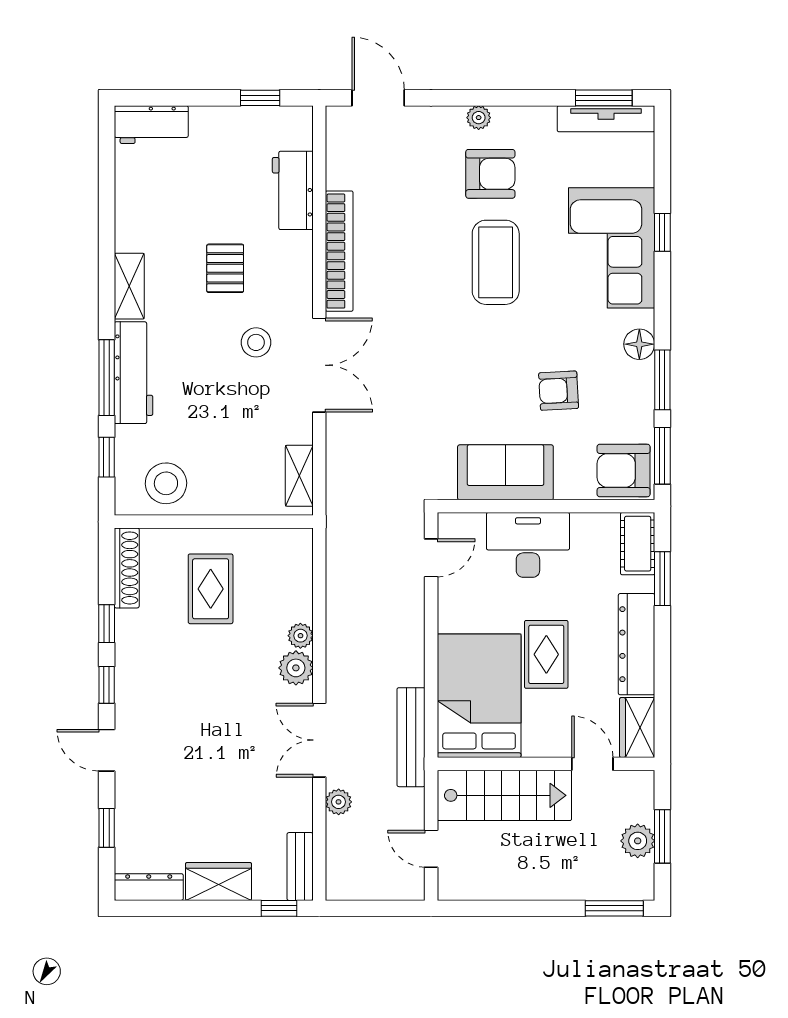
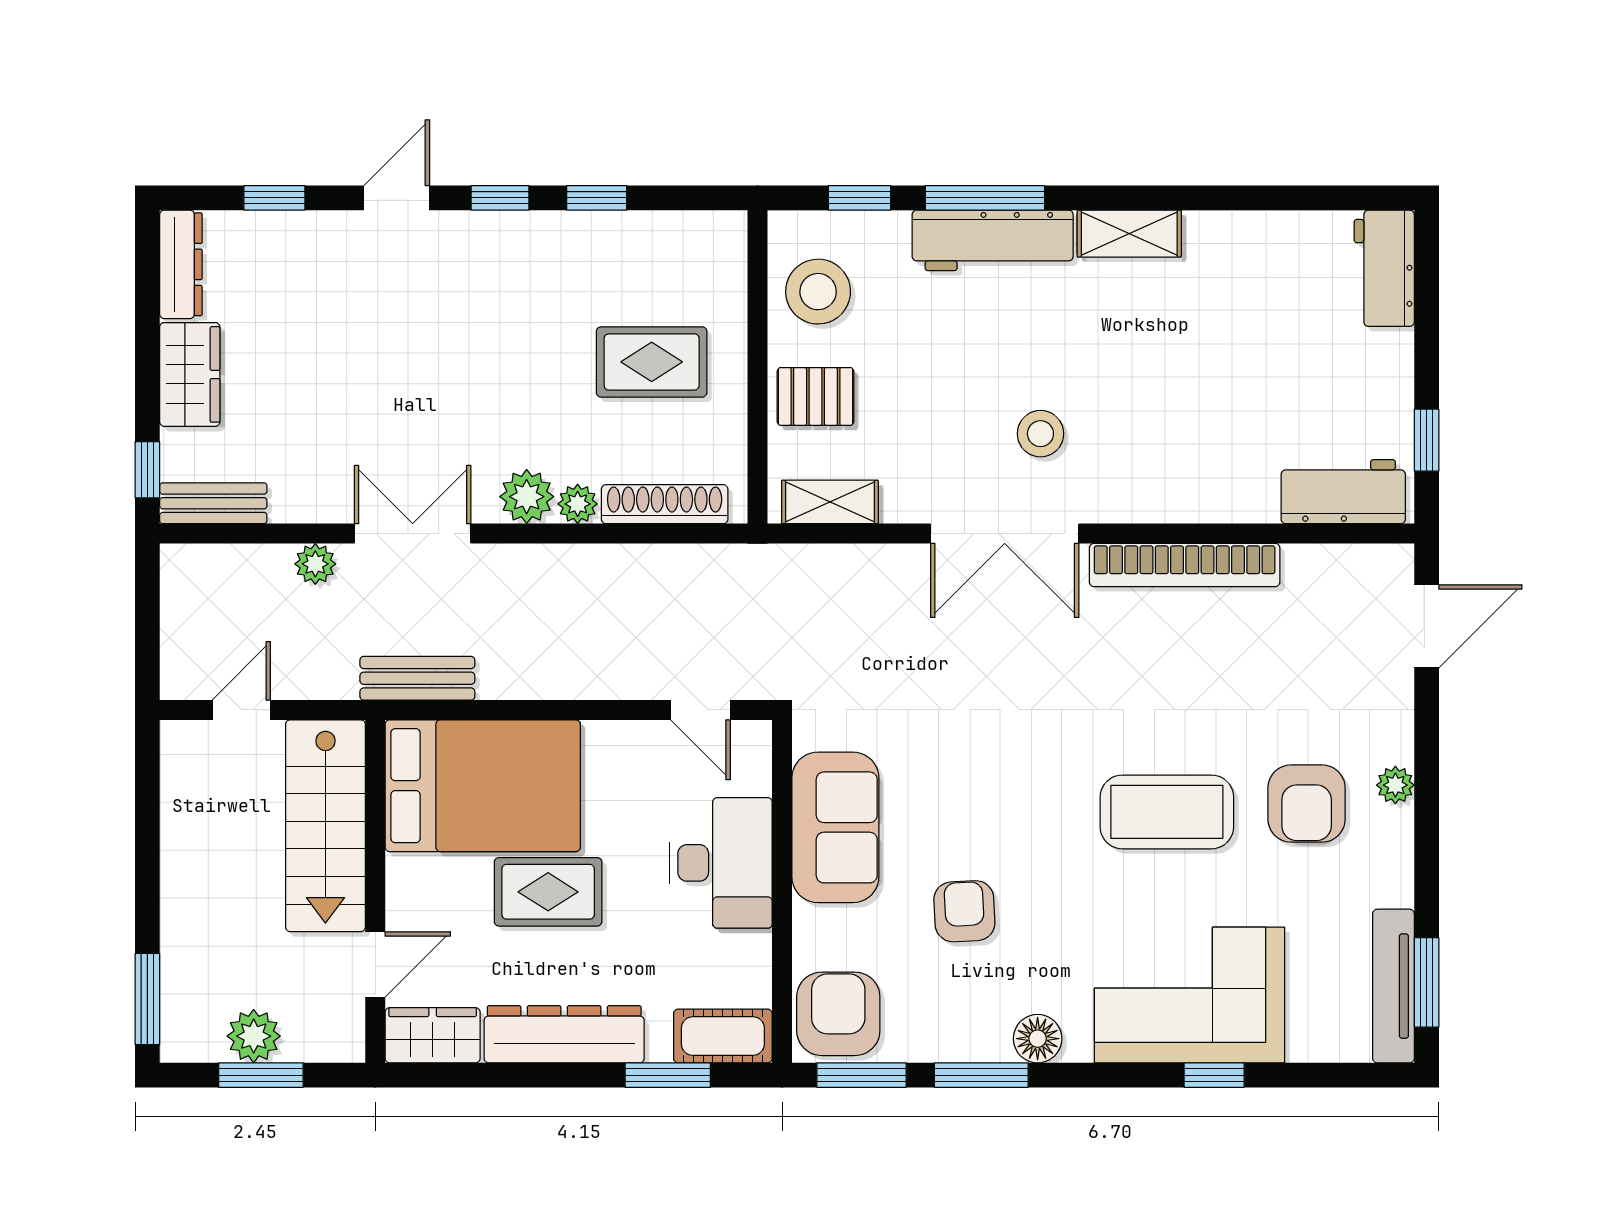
workbench: (293, 190) -> (1343, 492), moved
pallet: (225, 268) -> (815, 396), moved
shoe rack: (127, 568) -> (665, 504), moved, turned 180
bench: (411, 737) -> (417, 678), width x0.73

